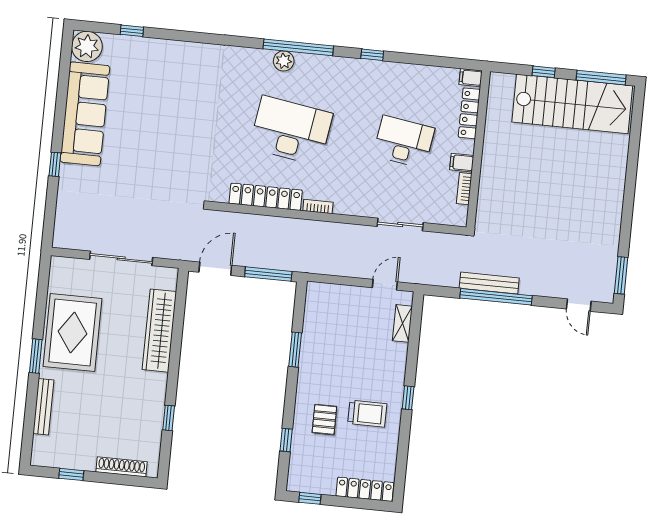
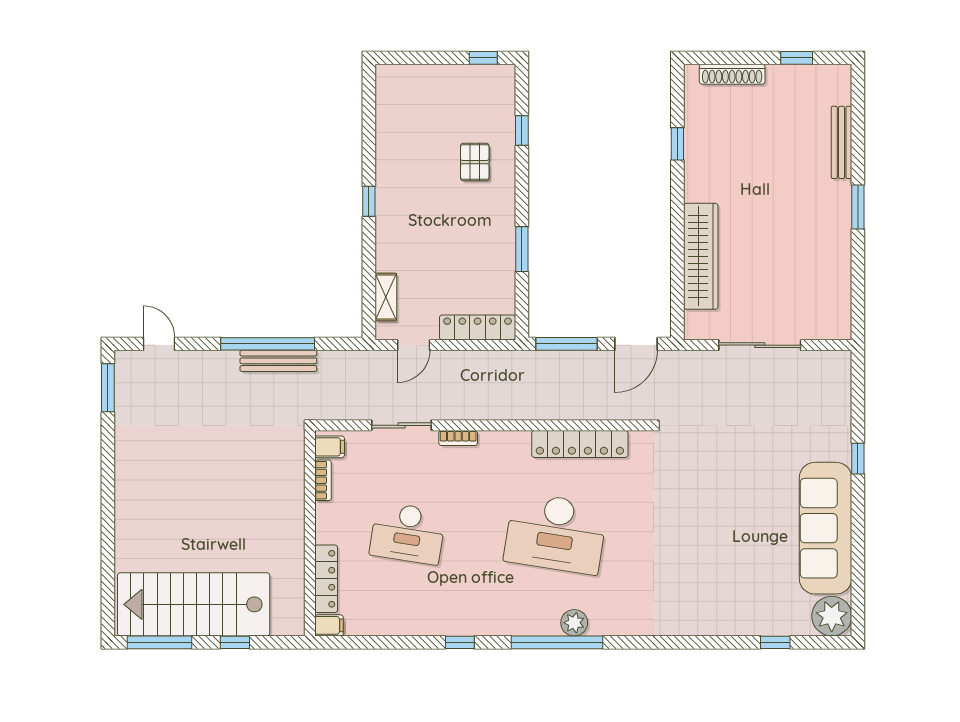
filing cabinet: (462, 163) -> (330, 447), moved
bookcase: (318, 207) -> (458, 438), moved
rug: (73, 332) -> (813, 242), removed
trolley: (367, 414) -> (420, 175), removed
locker: (365, 489) -> (478, 327), moved, turned 180

